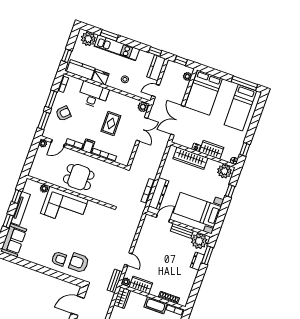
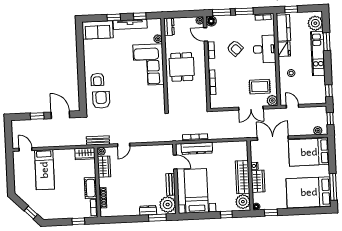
kitchen counter: (156, 68) -> (314, 98), removed
bed: (240, 108) -> (309, 192), width x1.50
armchair: (63, 113) -> (235, 48), moved
rug: (111, 124) -> (260, 87), moved
floor lamp: (48, 133) -> (211, 21), added
filing cabinet: (88, 146) -> (215, 64), removed
wardrobe: (190, 158) -> (243, 177), moved
dresser: (37, 174) -> (169, 27), added

